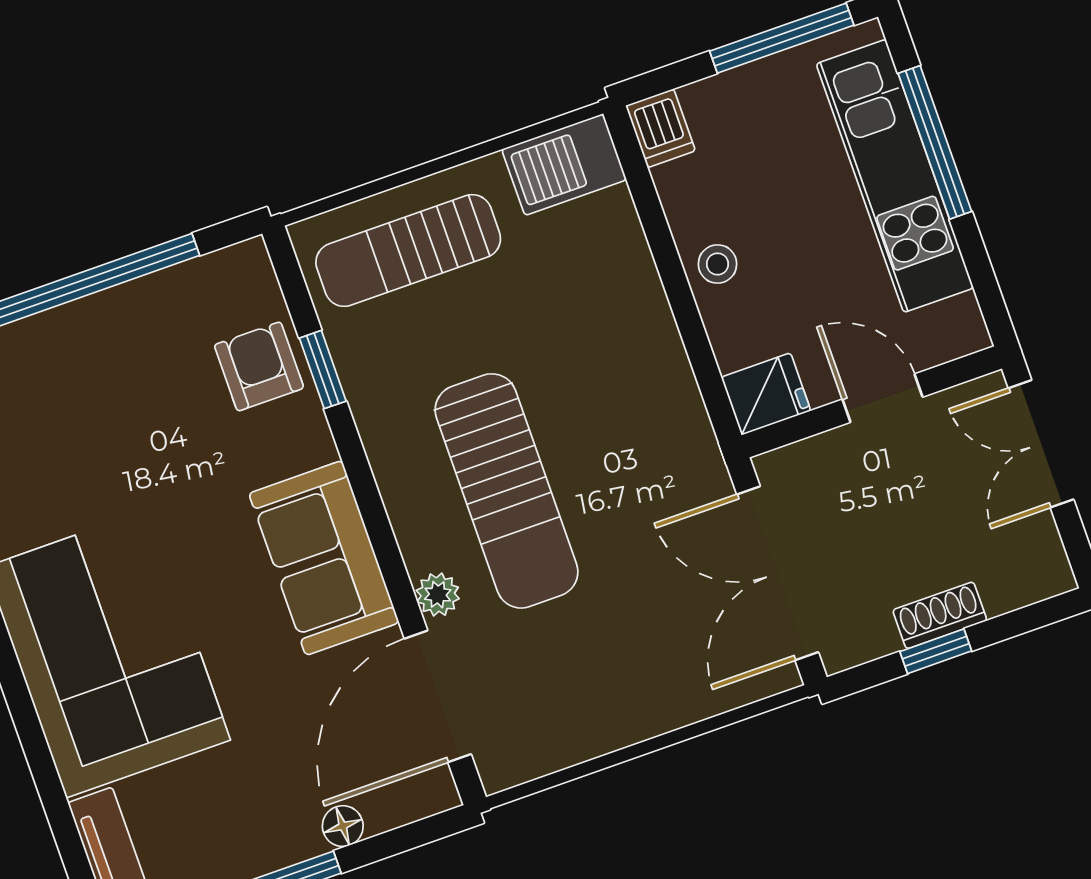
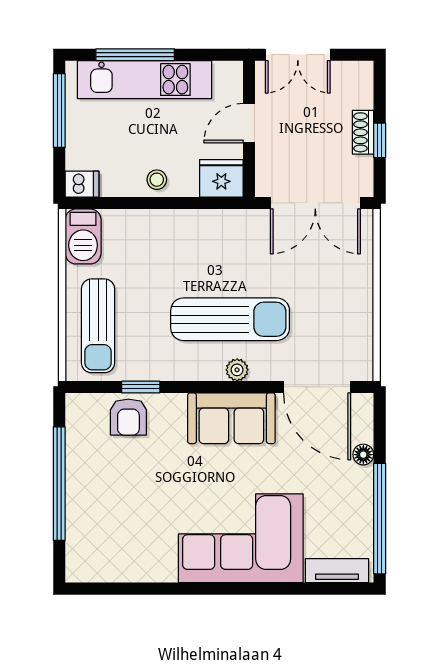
armchair: (259, 366) -> (128, 417), turned -90
fridge: (766, 394) -> (221, 178), width x1.38
plant: (438, 595) -> (237, 370), moved

